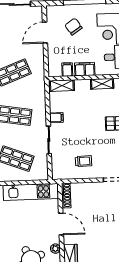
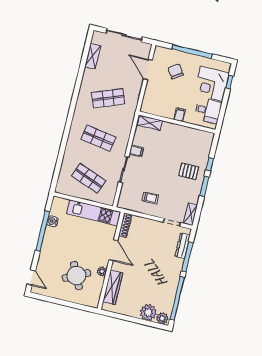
door: (45, 33) -> (148, 70), hinge flipped
filing cabinet: (85, 69) -> (180, 115), width x0.50
filing cabinet: (67, 70) -> (159, 109), removed
shelving: (102, 84) -> (187, 131), removed

